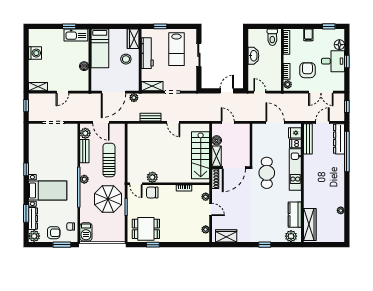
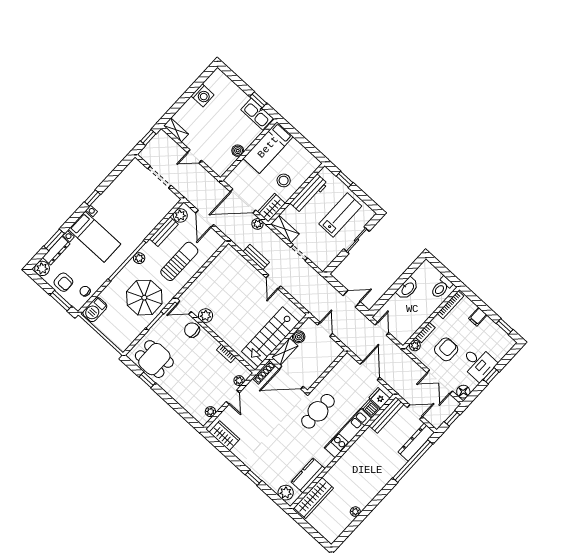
wardrobe: (133, 39) -> (271, 208), moved
floor lamp: (339, 45) -> (463, 392), moved
lab bench: (176, 49) -> (340, 215), turned 180
door: (136, 184) -> (184, 308), hinge flipped

